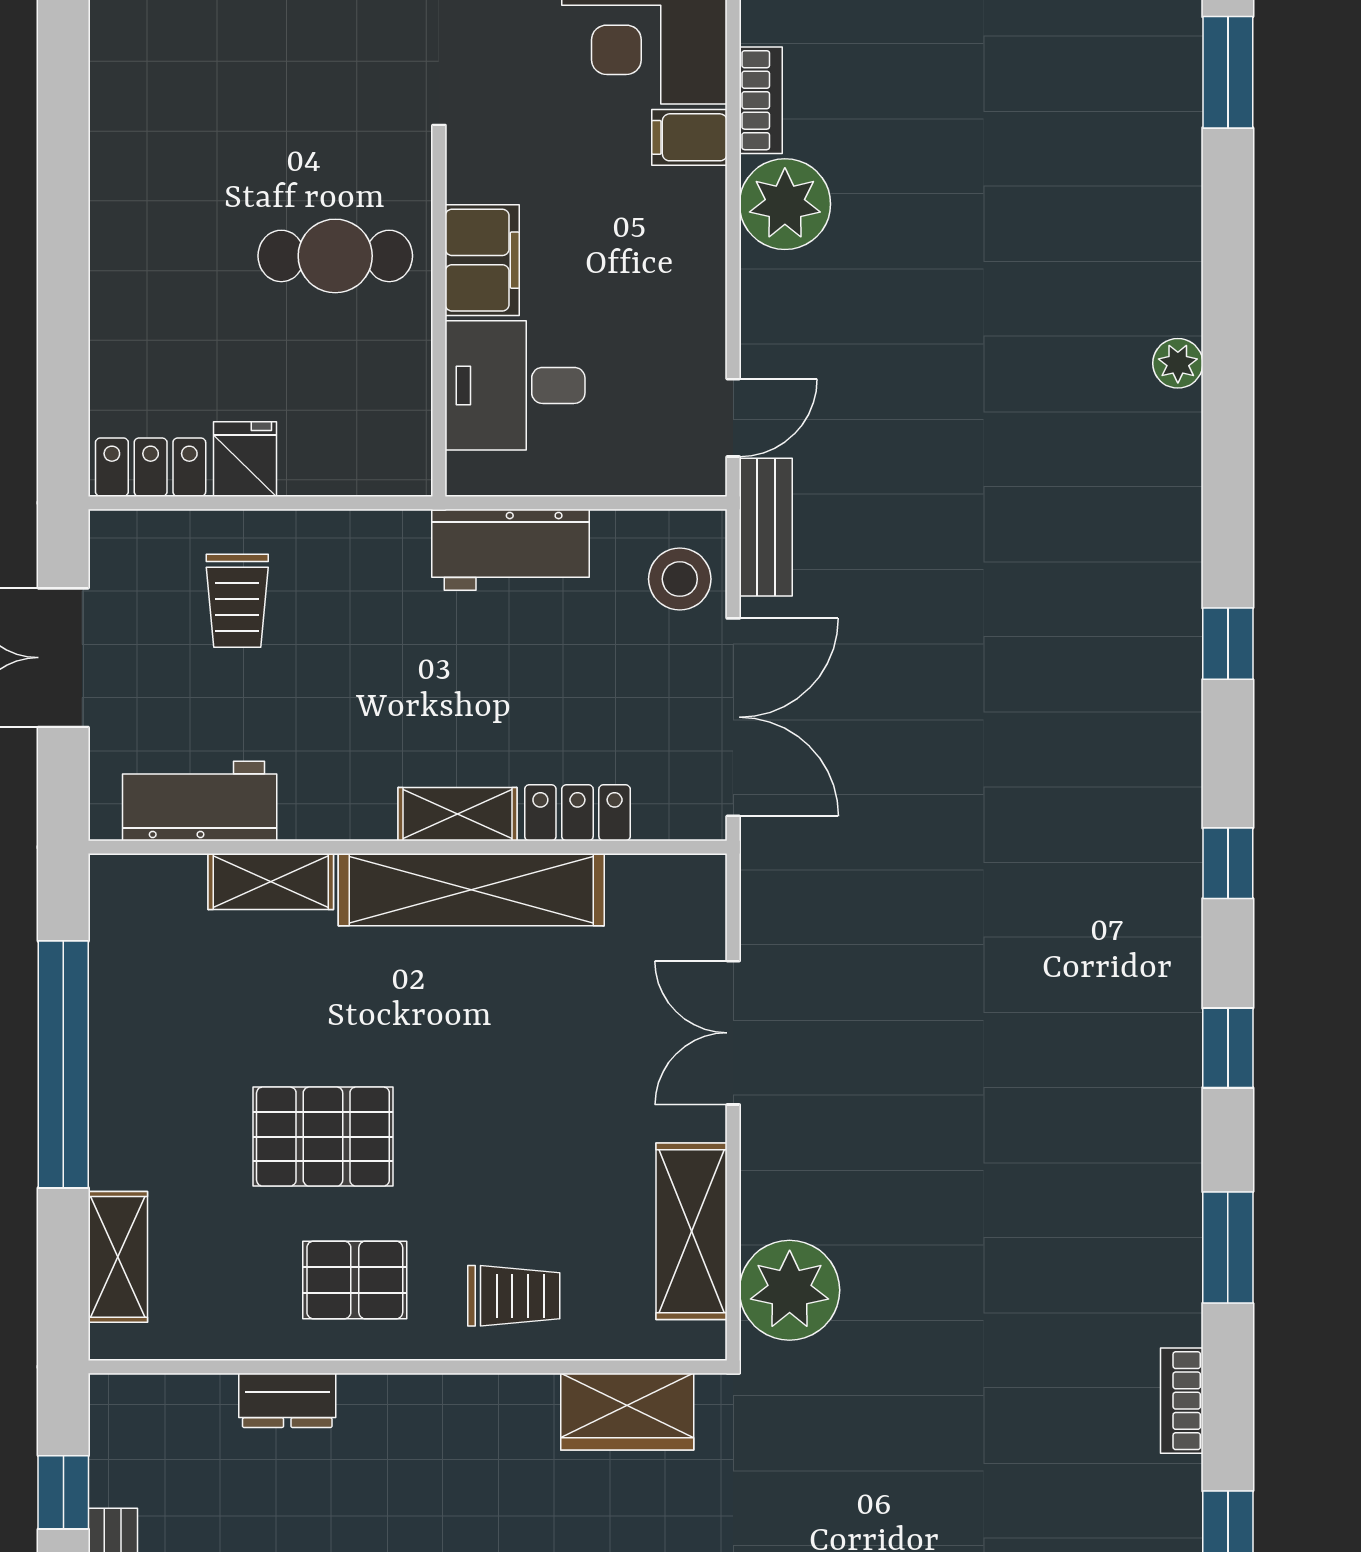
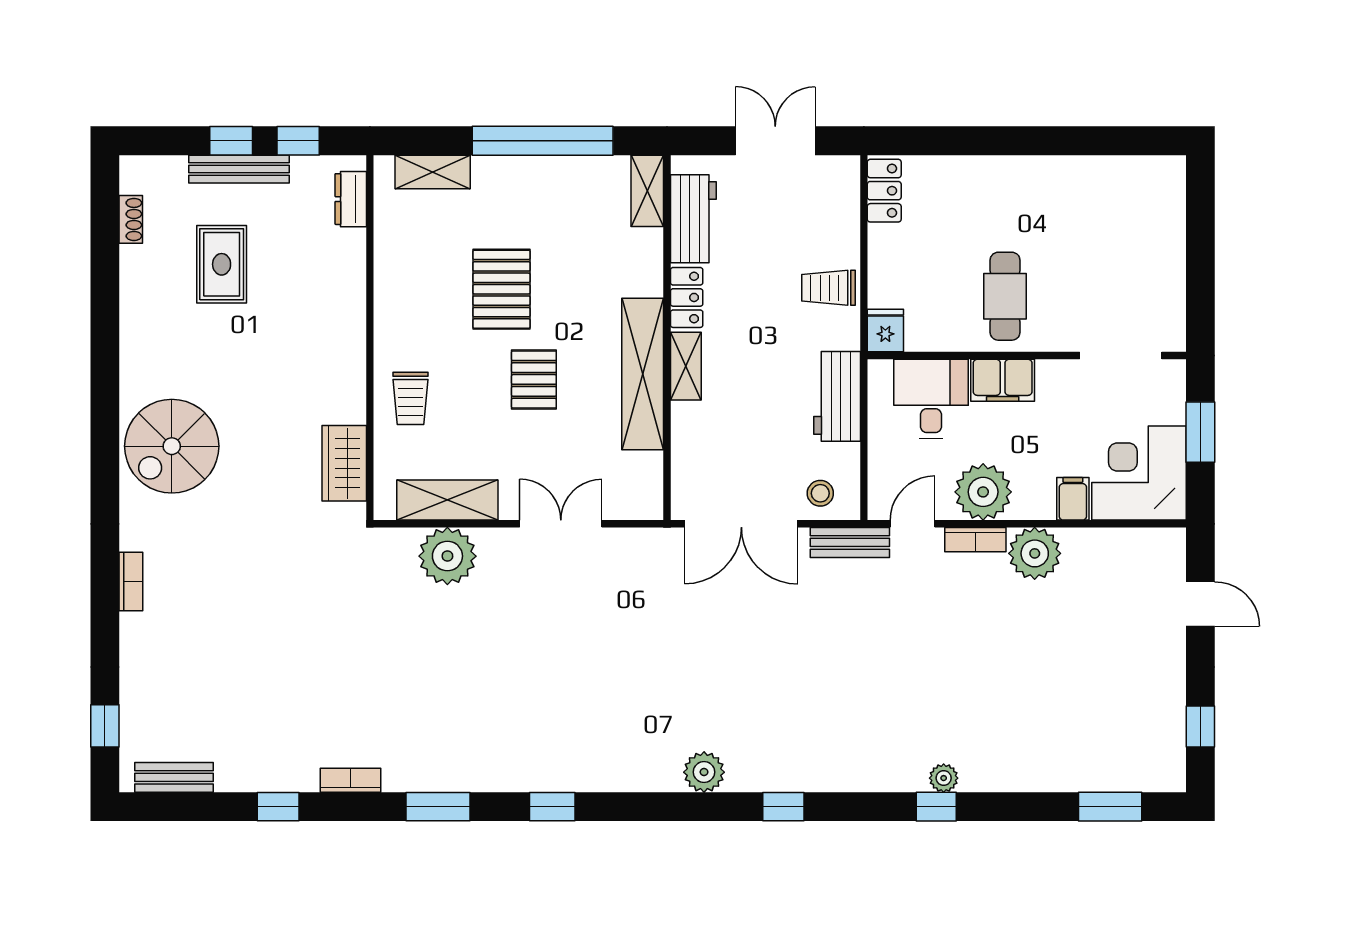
bookcase: (761, 100) -> (975, 540), moved
plant: (677, 294) -> (983, 492), added
door: (733, 418) -> (913, 524), swing flipped
fridge: (245, 459) -> (885, 331), moved, turned -90
stool: (680, 579) -> (820, 493), width x0.73, depth x0.73
trolley: (237, 601) -> (828, 288), moved
plant: (1167, 782) -> (704, 772), added
locker: (577, 813) -> (687, 297), moved
window: (1228, 863) -> (936, 807), moved
shelving: (271, 882) -> (647, 191), moved
pallet: (355, 1280) -> (534, 379), moved
plant: (790, 1290) -> (447, 556), moved
dresser: (287, 1400) -> (351, 199), moved

